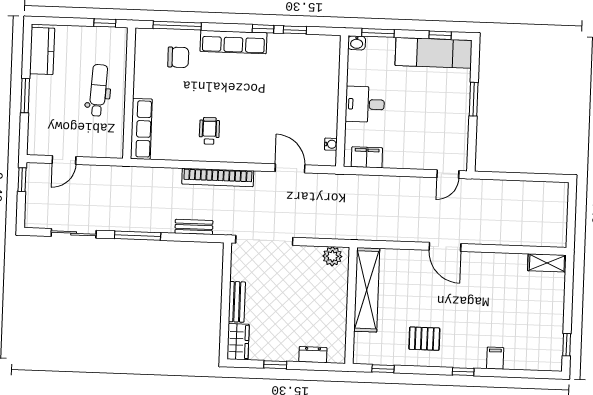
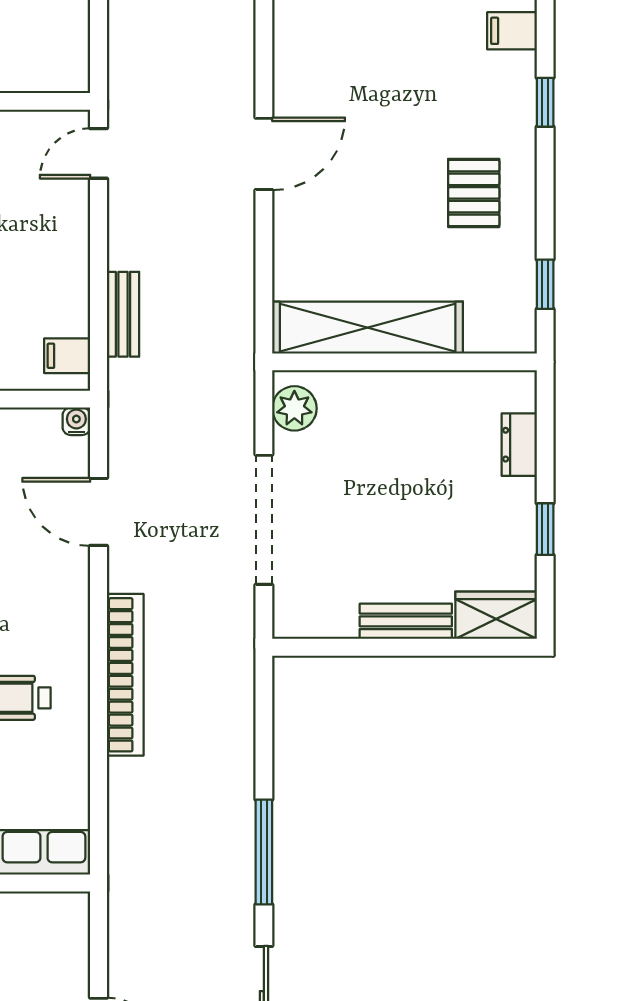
water cooler: (331, 144) -> (76, 421), moved
filing cabinet: (367, 157) -> (67, 356), width x0.50
door: (290, 168) -> (99, 512), hinge flipped
door: (448, 174) -> (99, 153), swing flipped
bench: (194, 227) -> (123, 314), moved
doorway: (264, 240) -> (264, 520), moved

